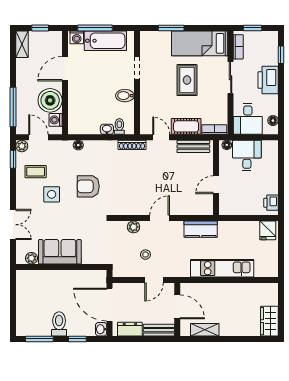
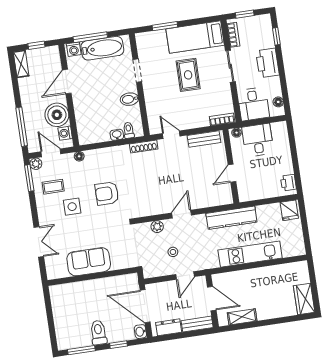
cot: (186, 126) -> (194, 120), removed
floor lamp: (78, 145) -> (79, 156), moved
window: (13, 159) -> (29, 178), width x1.50
kitchen counter: (201, 229) -> (231, 218), width x1.50
plant: (32, 258) -> (62, 272), removed

